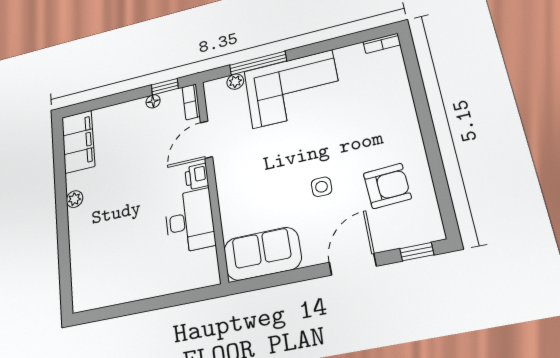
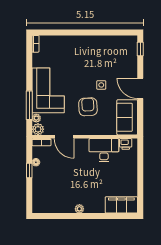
window: (165, 87) -> (29, 171), moved
plant: (215, 90) -> (38, 129), added
filing cabinet: (78, 142) -> (121, 205), moved
printer: (197, 176) -> (126, 144), moved
armchair: (387, 186) -> (88, 107), moved
door: (353, 264) -> (140, 88), moved

